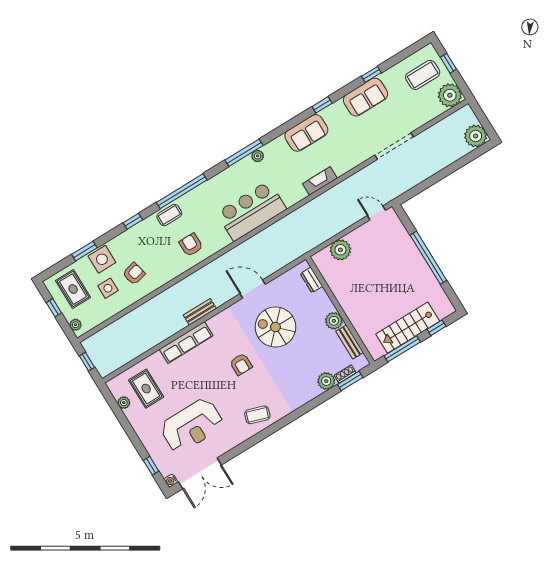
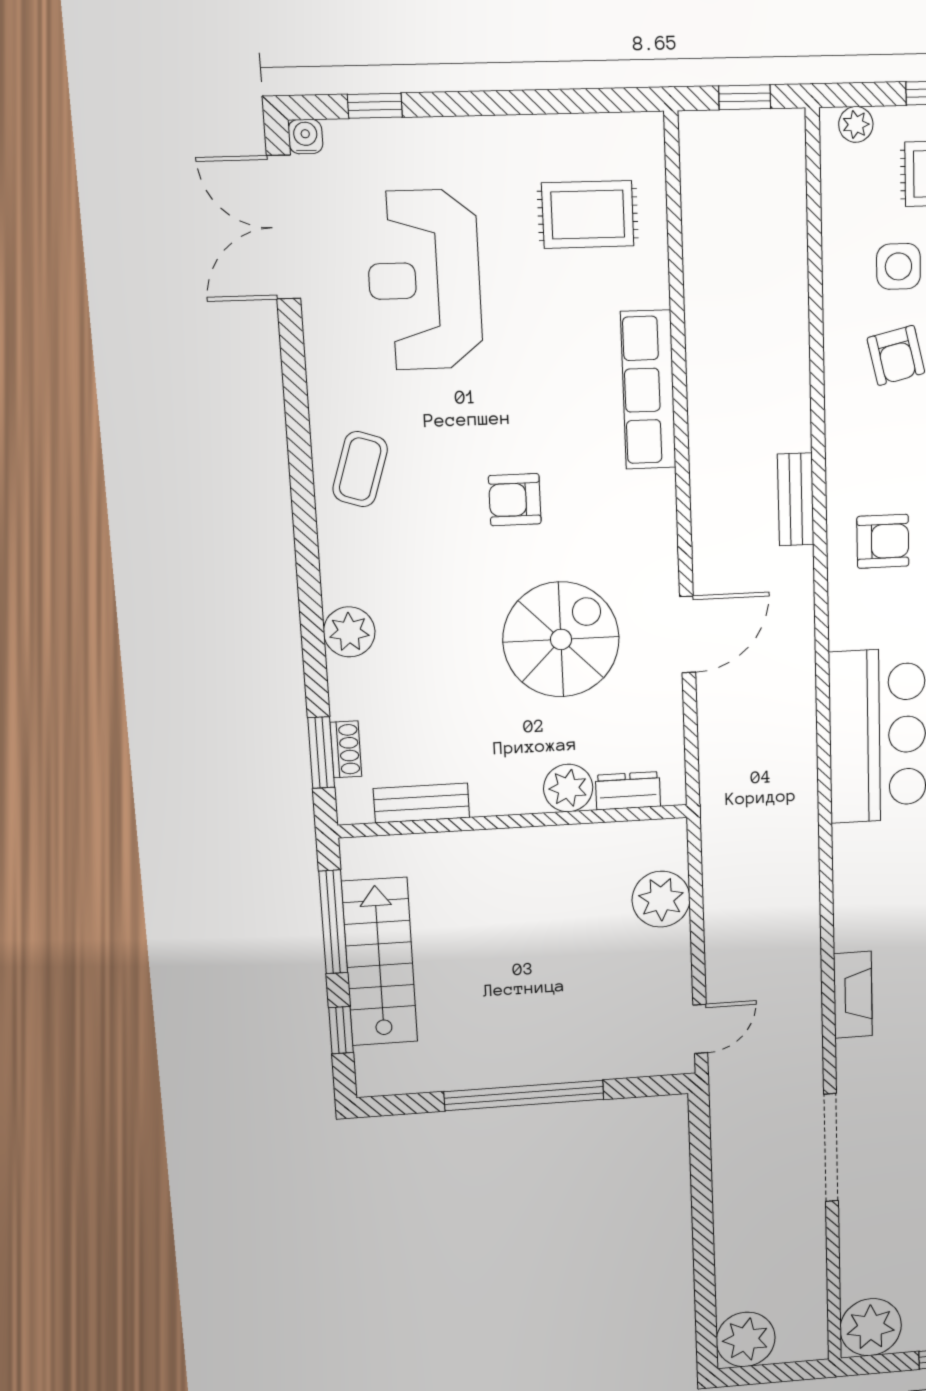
fireplace: (320, 181) -> (853, 995), moved
bench: (200, 312) -> (796, 499), moved
plant: (334, 321) -> (568, 788), moved
plant: (326, 381) -> (349, 632), moved
plant: (124, 403) -> (584, 132), removed

